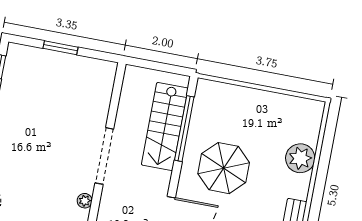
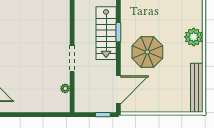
window: (184, 129) -> (118, 32), width x0.47
doorway: (104, 156) -> (72, 58), width x0.73

